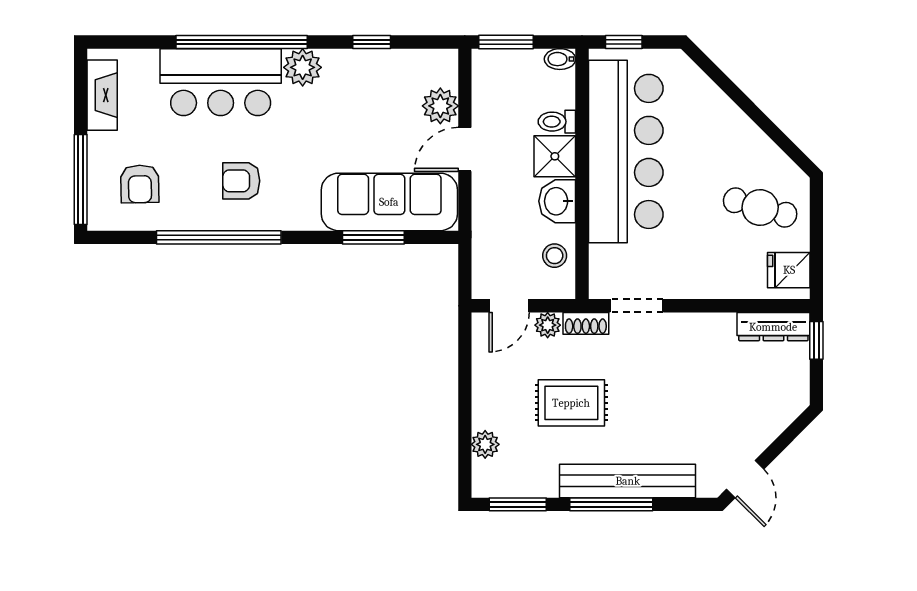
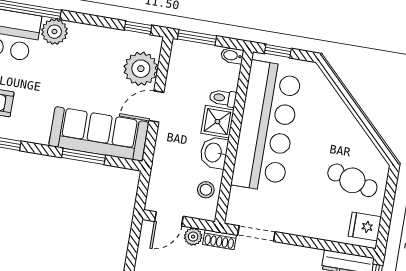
window: (372, 42) -> (138, 28), moved
plant: (440, 106) -> (141, 69), width x1.36, depth x1.36

